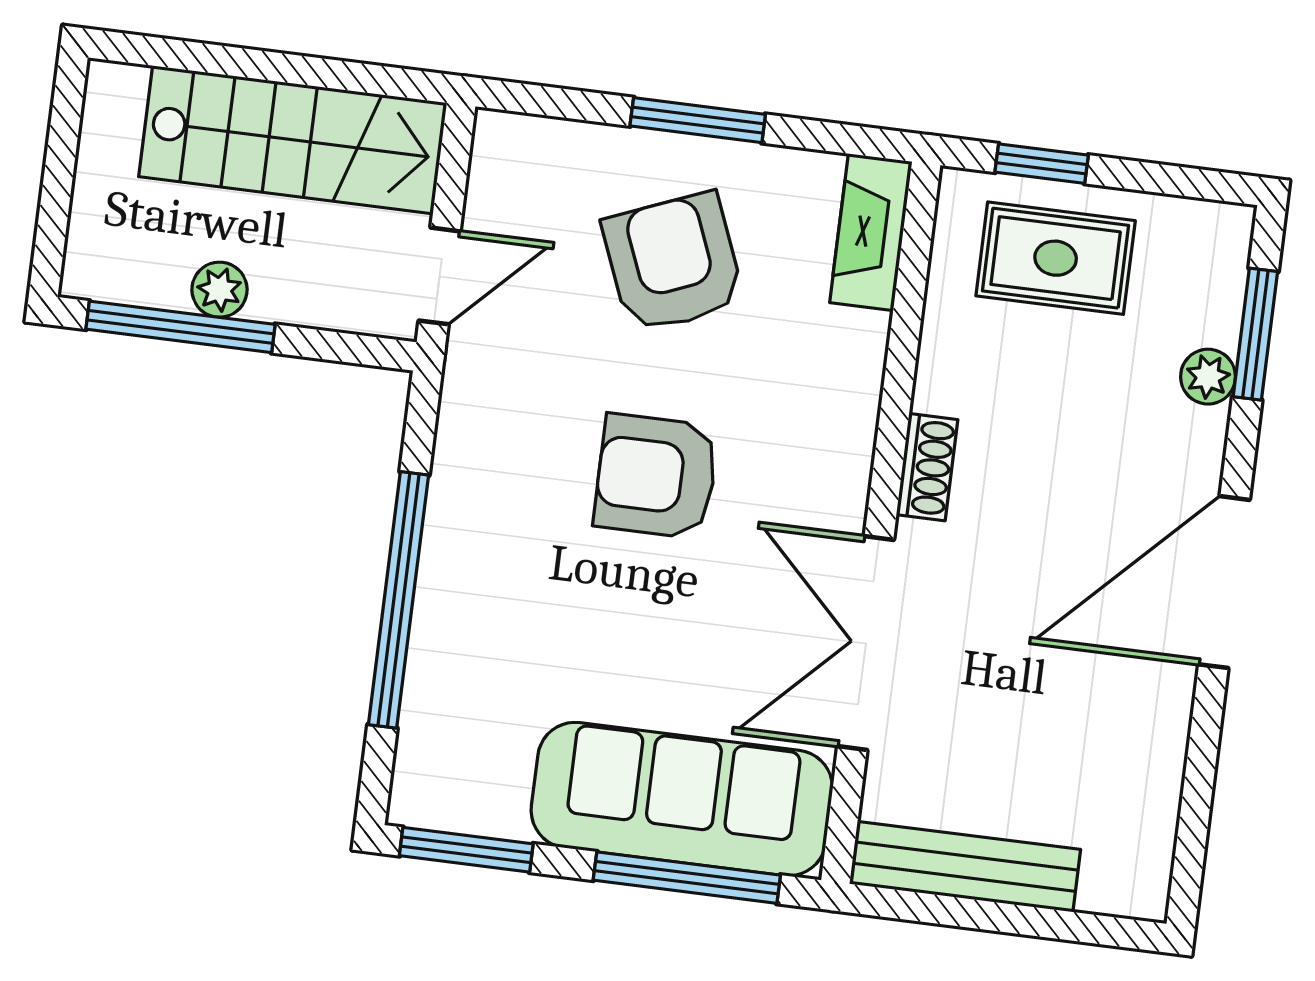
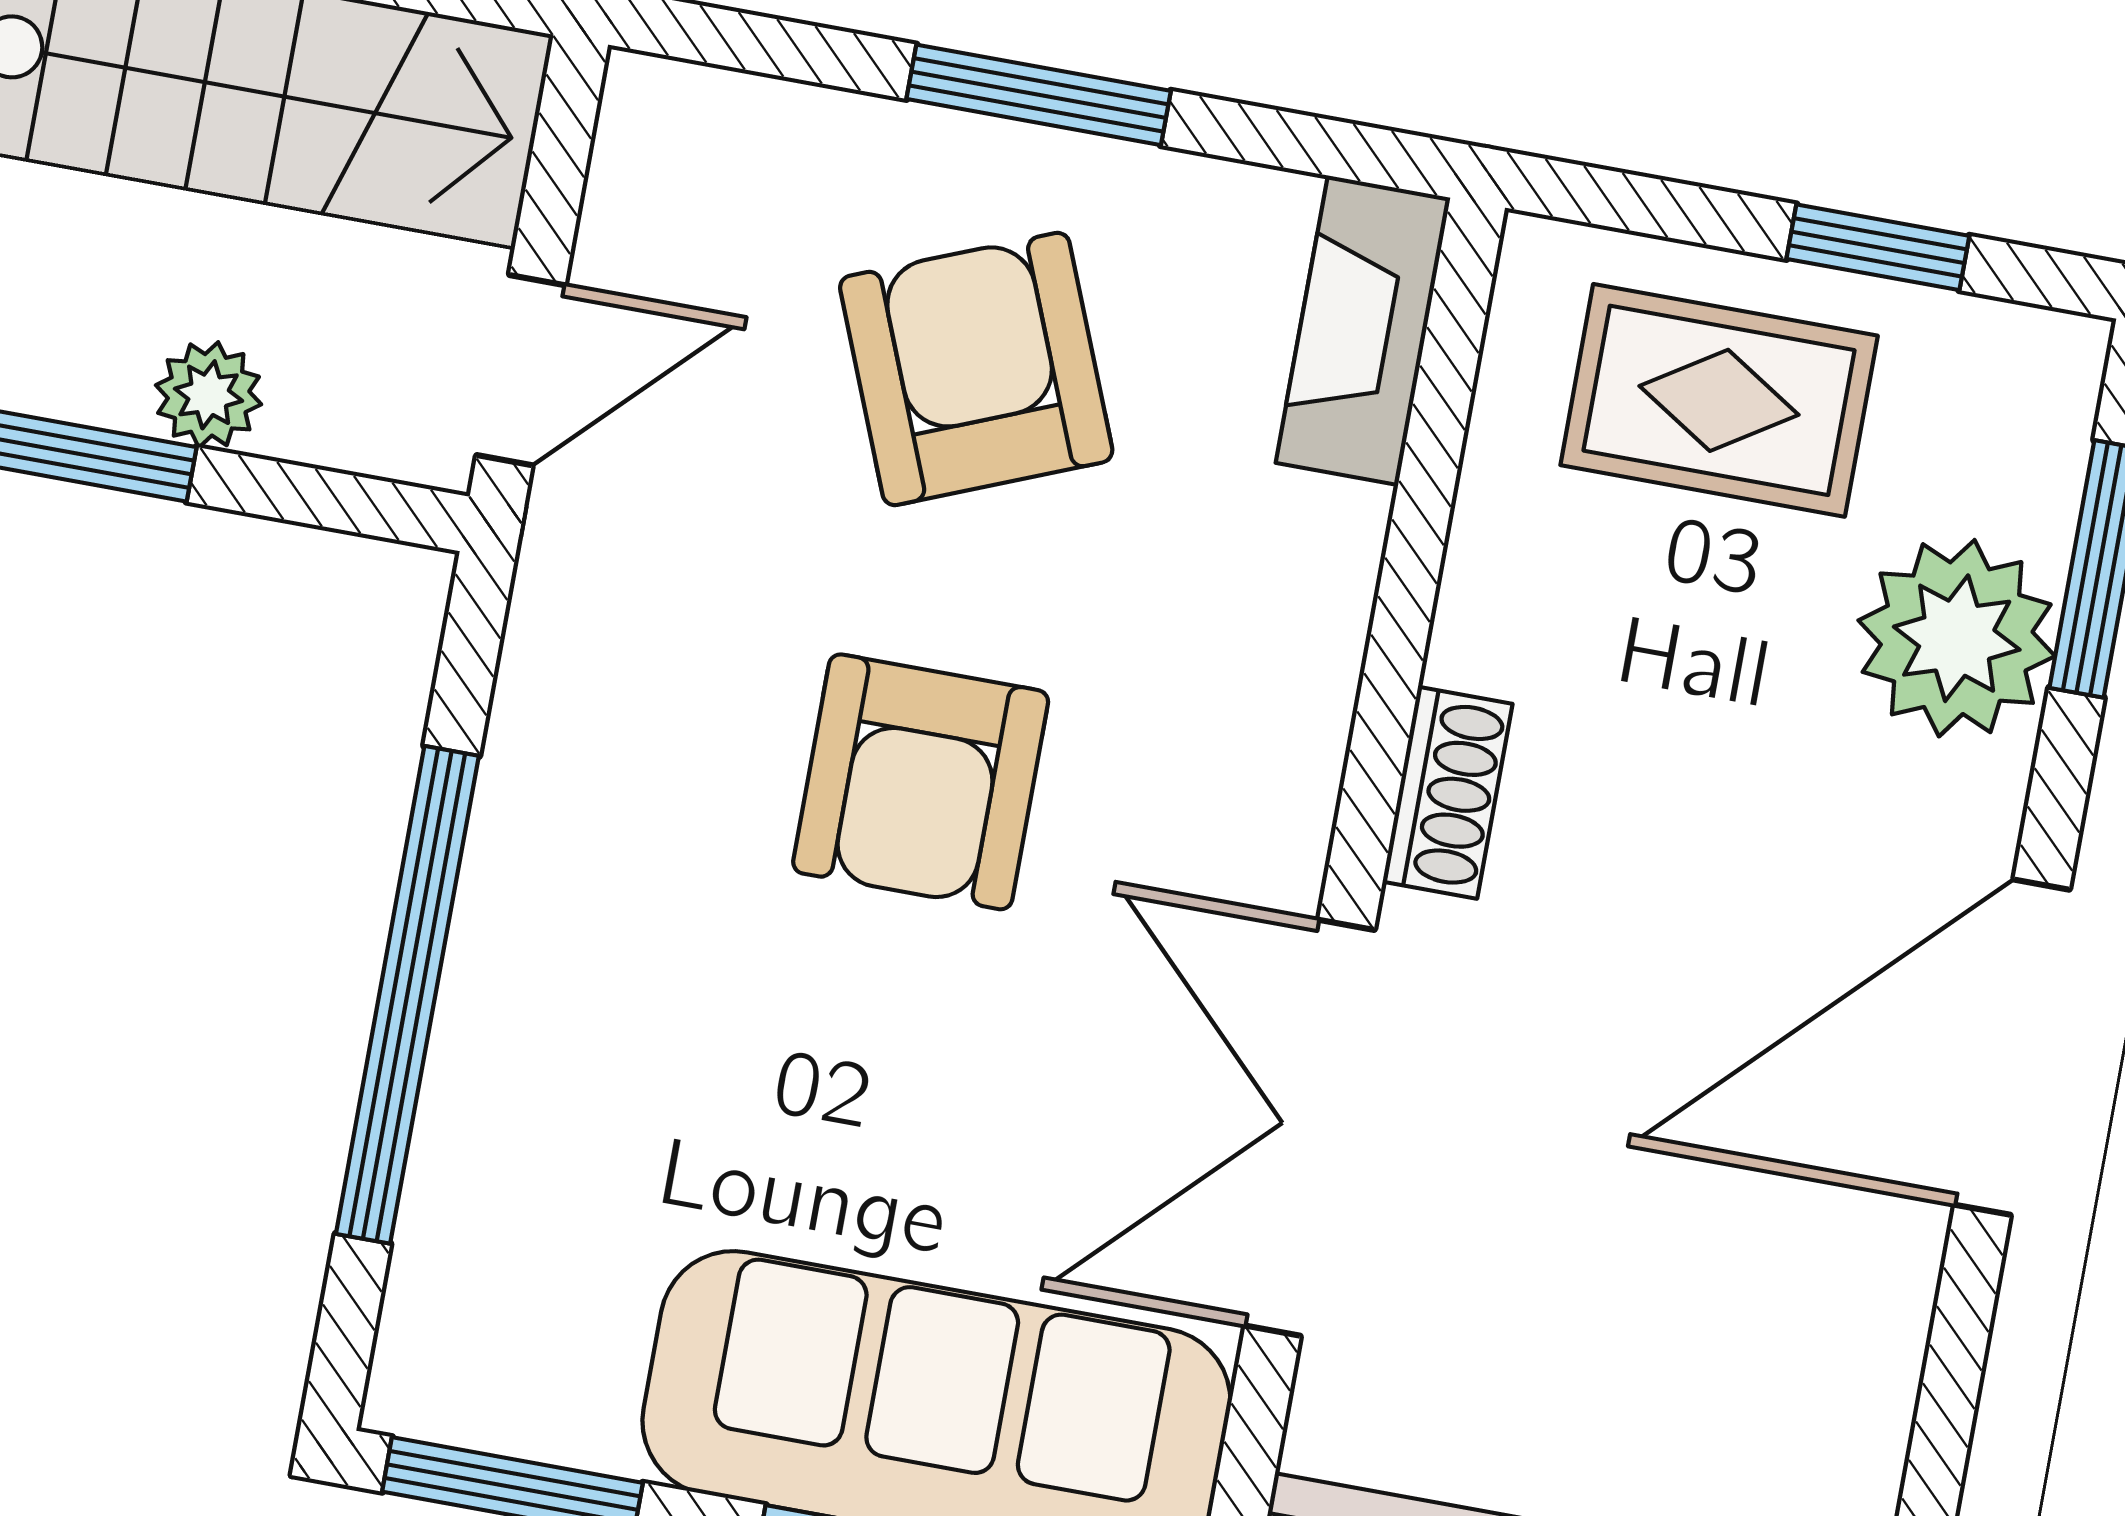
window: (1042, 164) -> (1878, 247), moved
plant: (219, 290) -> (209, 395), moved
plant: (1208, 377) -> (1957, 638), width x1.88, depth x1.88
armchair: (656, 476) -> (921, 782), turned -90

